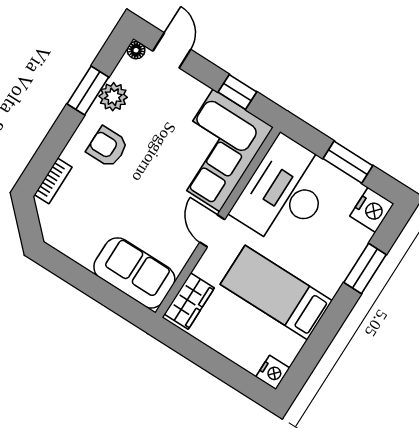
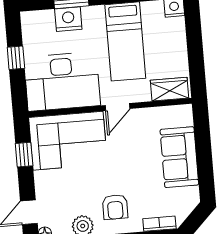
window: (348, 162) -> (16, 58), width x0.67
nightstand: (372, 210) -> (68, 19), moved
sofa: (134, 273) -> (179, 157), moved

